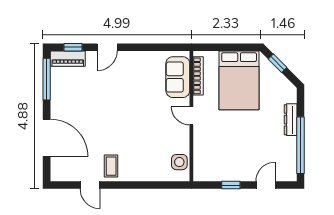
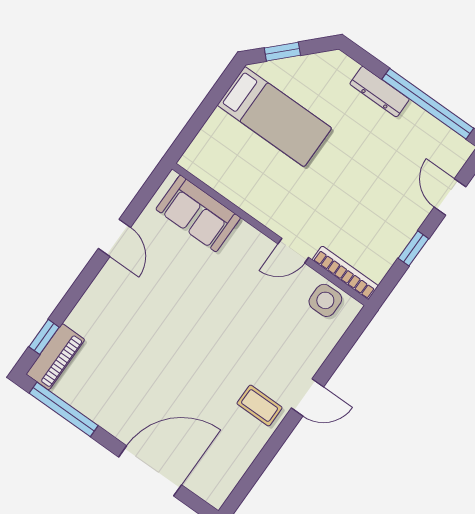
door: (107, 47) -> (114, 238), moved
bookcase: (198, 76) -> (345, 273), moved
bed: (239, 80) -> (274, 117), width x0.67
door: (191, 116) -> (293, 251), moved
door: (90, 185) -> (307, 397), moved

